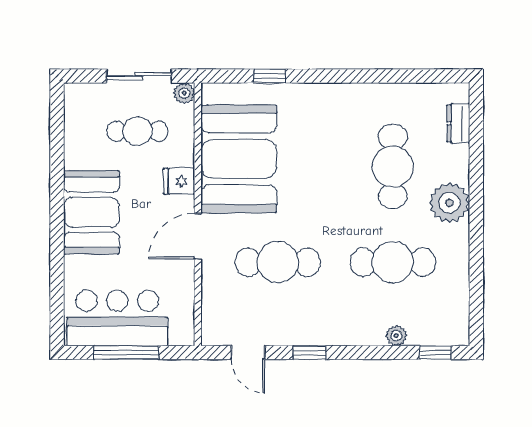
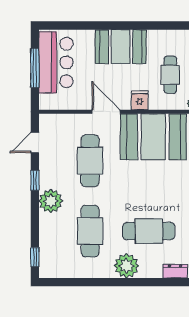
plant: (396, 336) -> (51, 201), moved, width x1.87, depth x1.87

